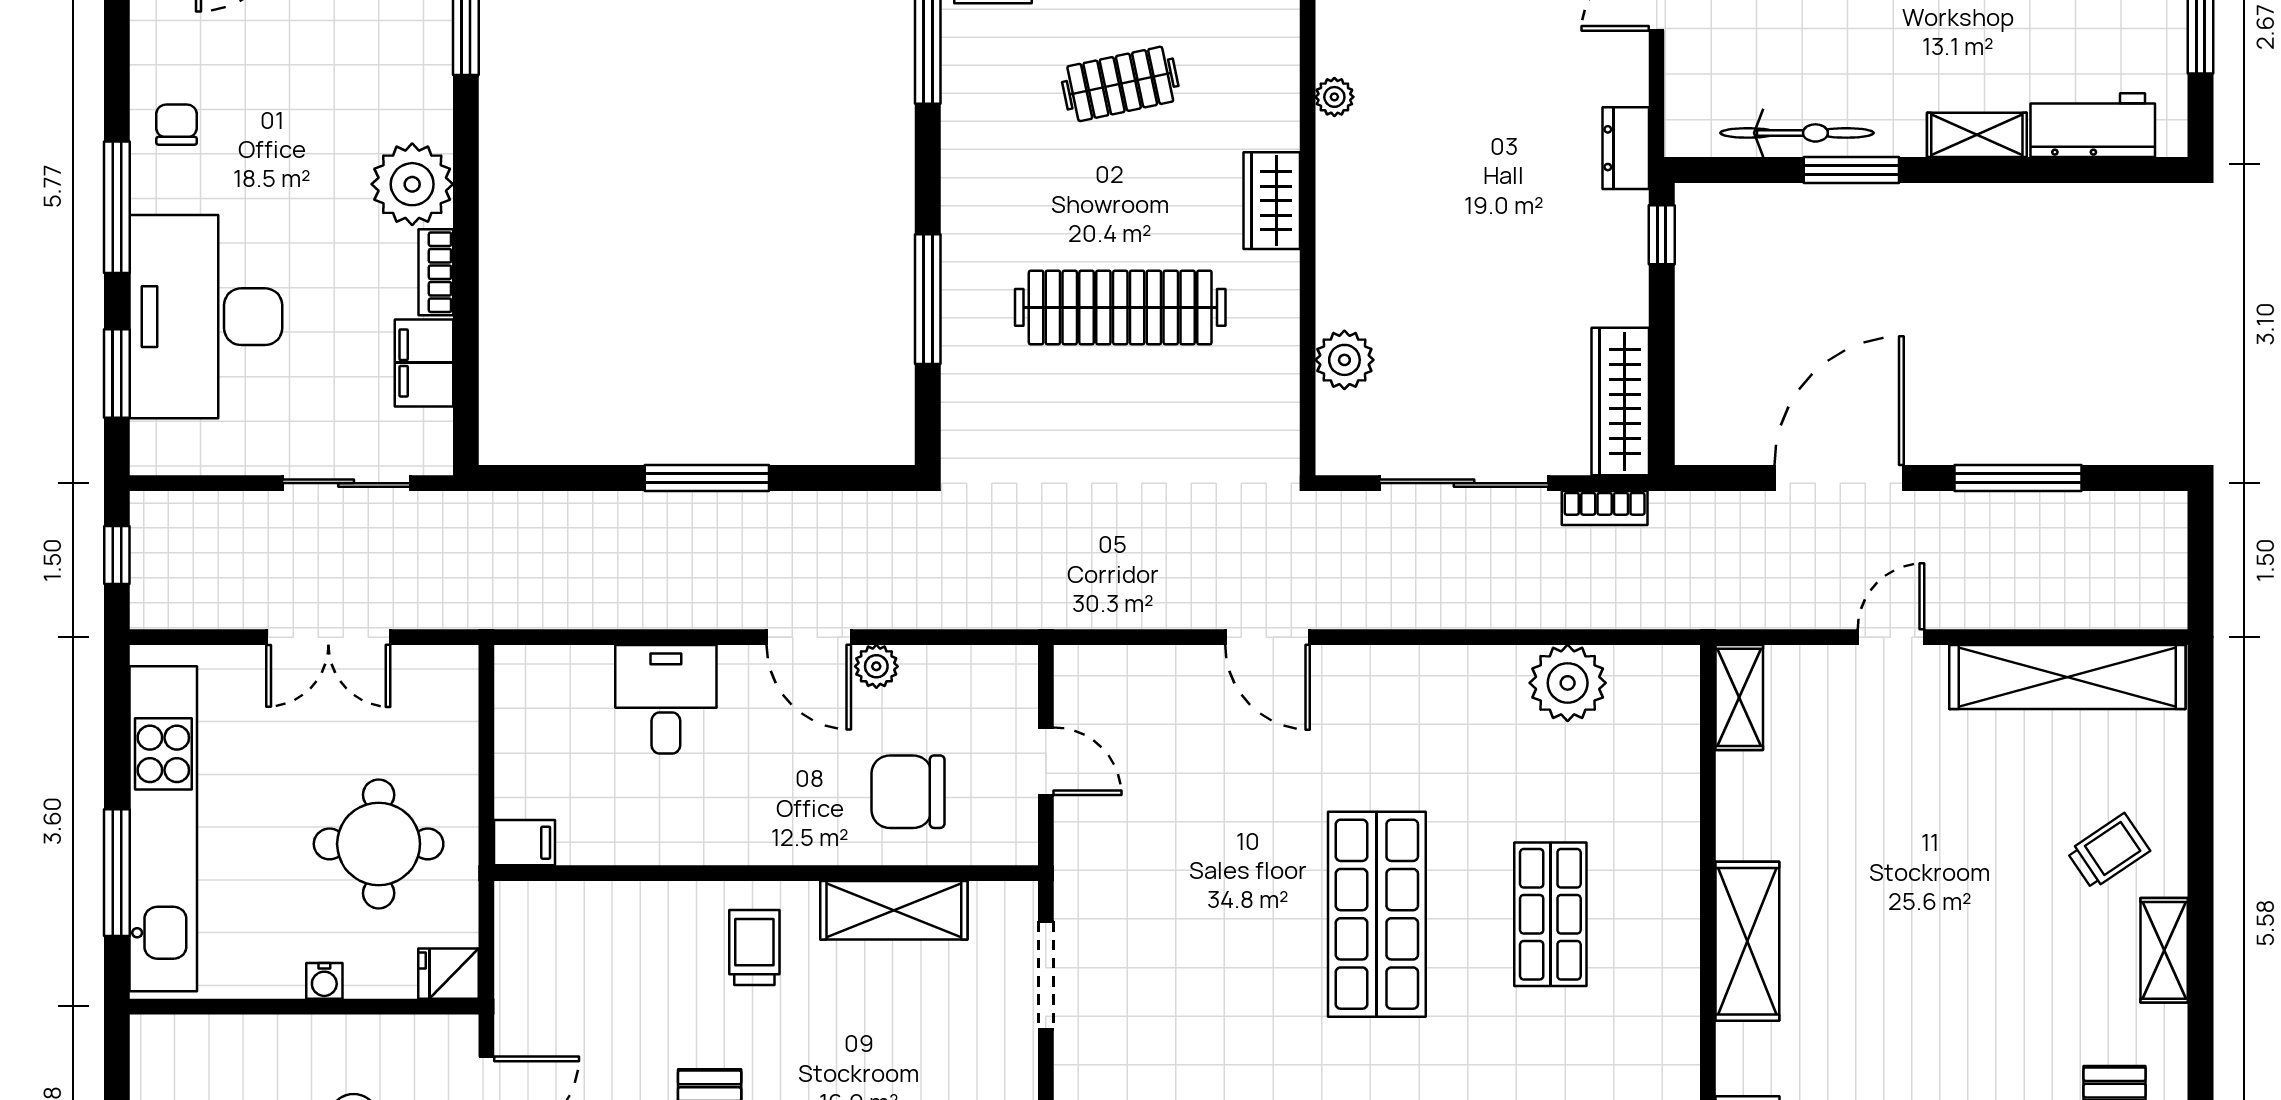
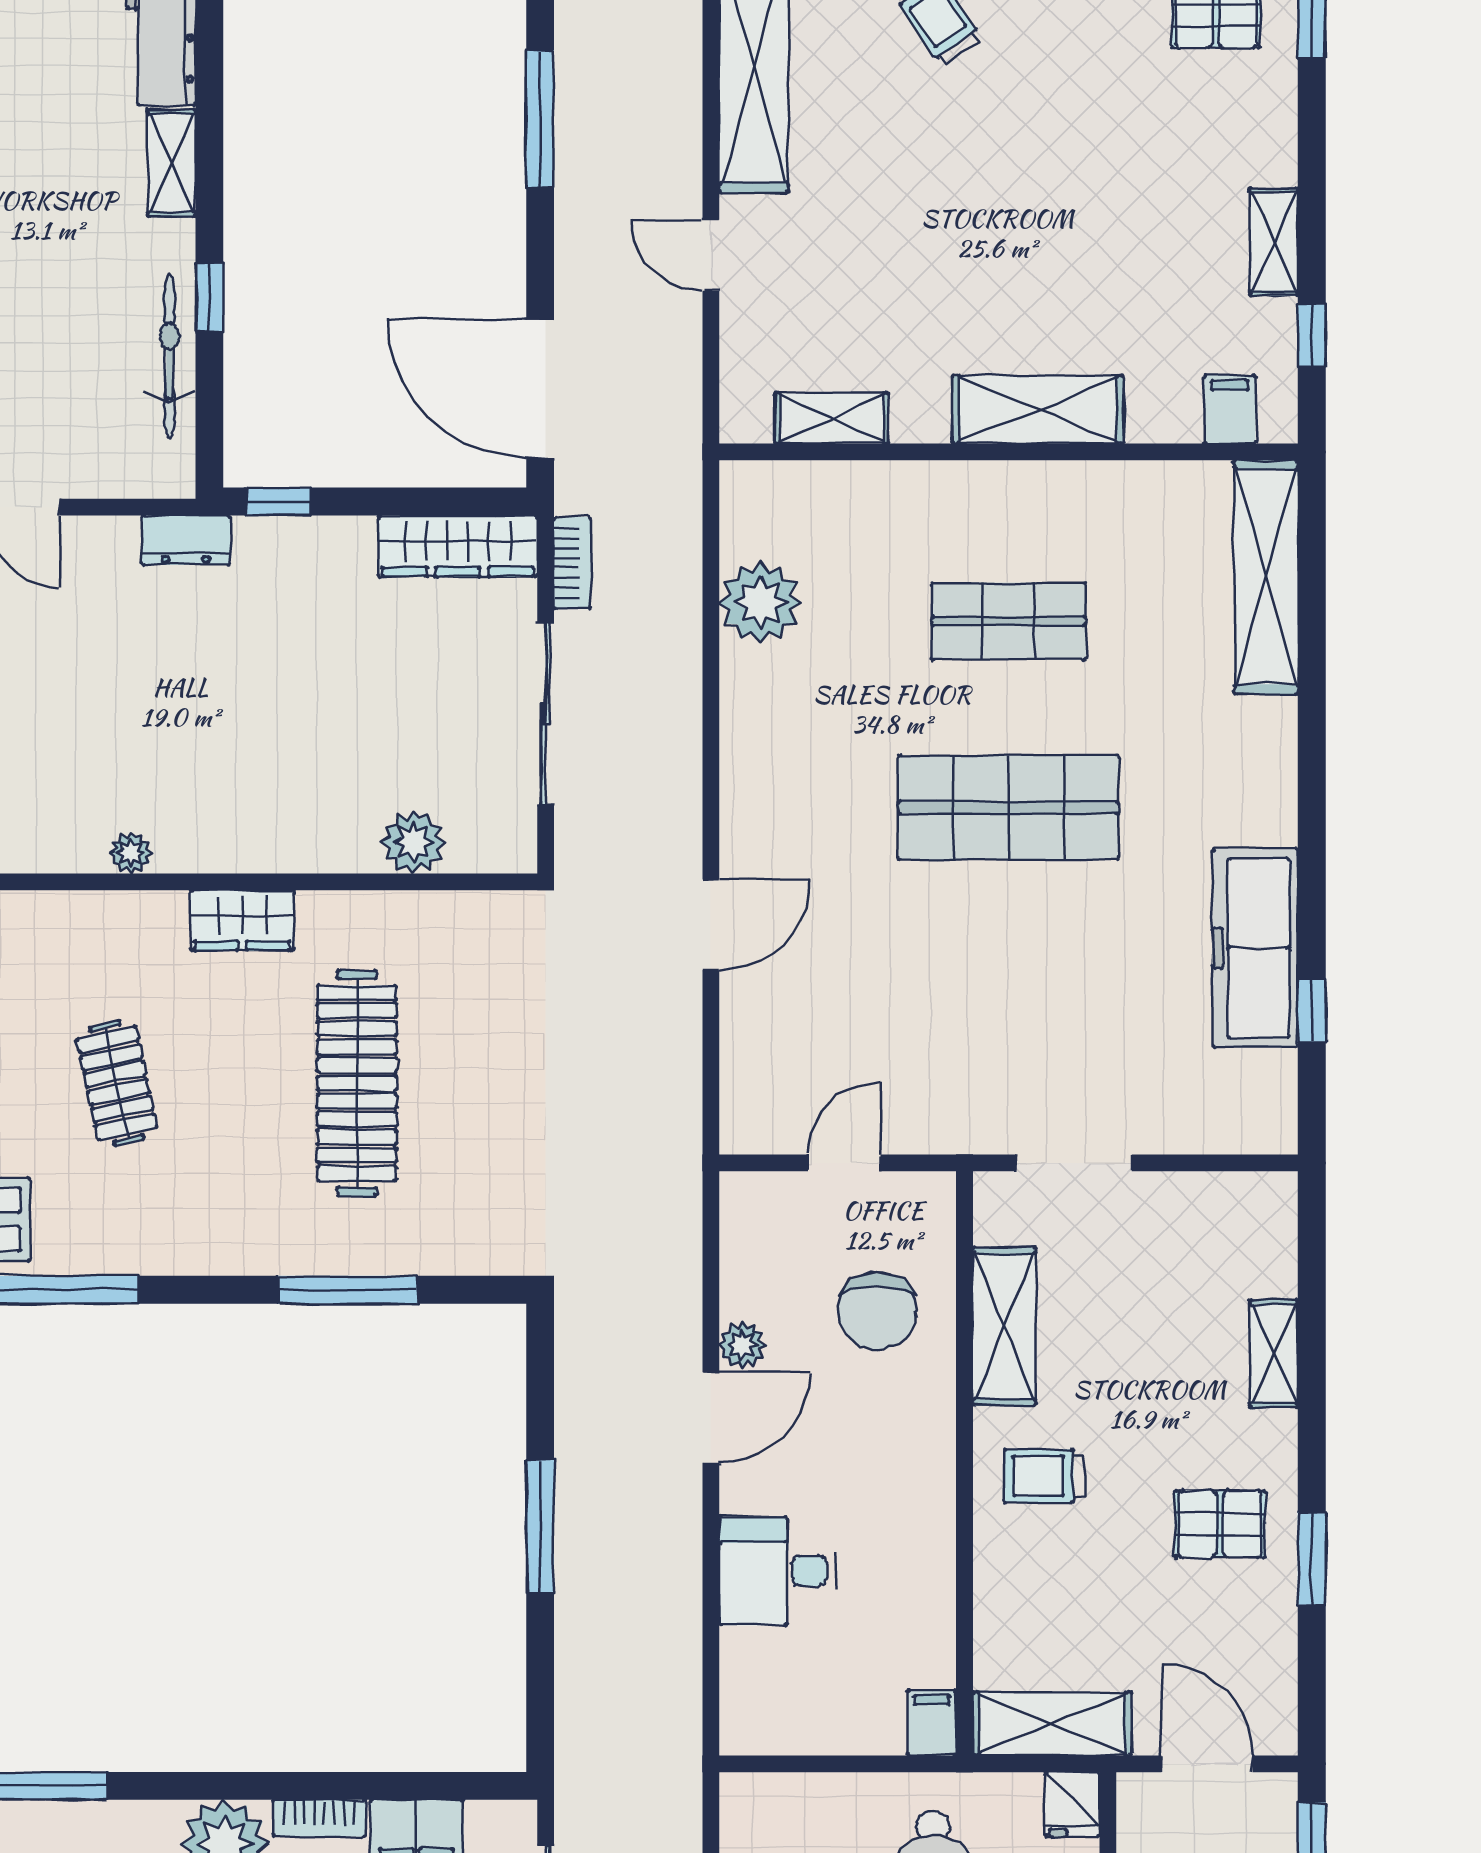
window: (1851, 170) -> (209, 298), width x0.67
door: (1839, 478) -> (540, 389), moved
shelving: (1739, 697) -> (832, 418), moved
shelving: (524, 955) -> (1052, 1724), added

